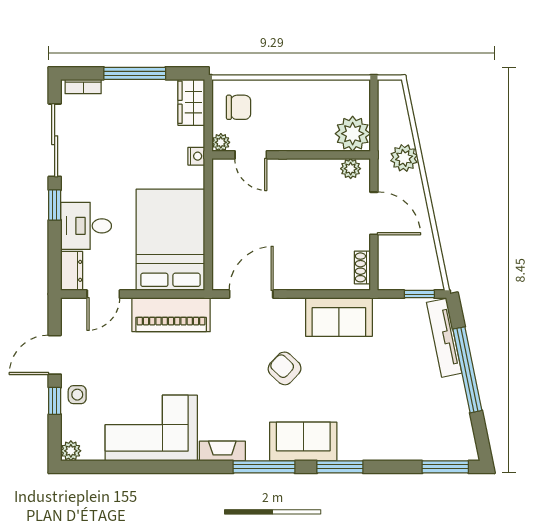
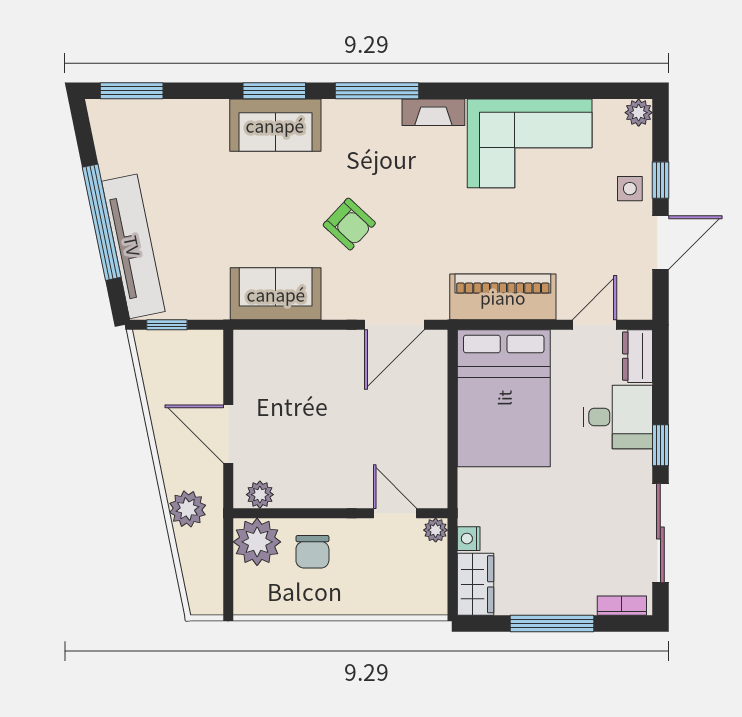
chair: (239, 107) -> (312, 552), moved, turned -90
nightstand: (196, 156) -> (469, 539), moved
shoe rack: (362, 267) -> (244, 361), removed
tv unit: (444, 338) -> (133, 246), width x1.36, depth x1.29
sofa: (303, 441) -> (275, 125), moved

